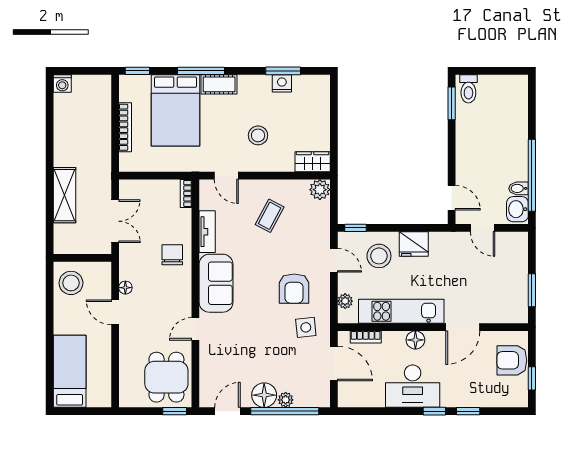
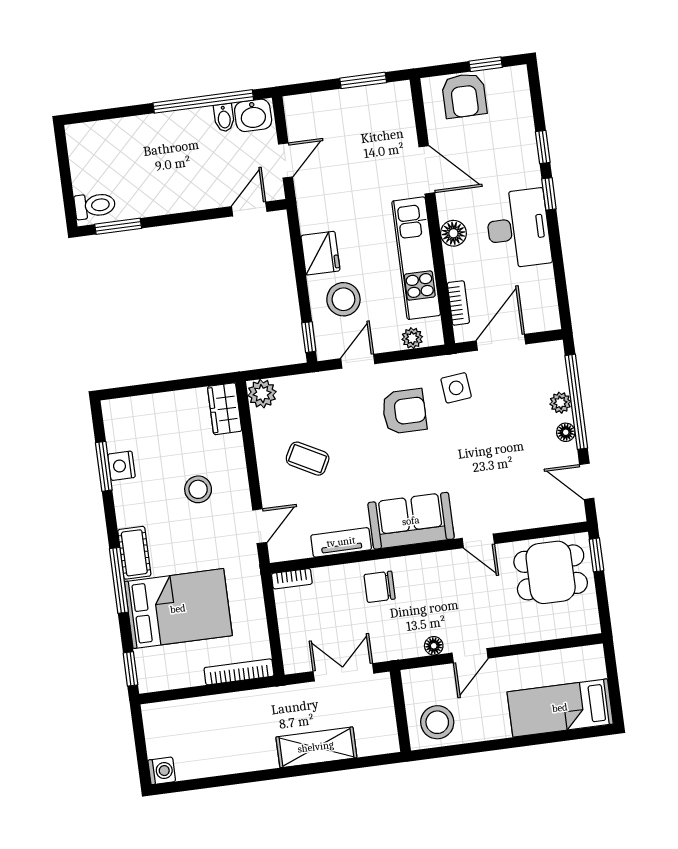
bookcase: (125, 127) -> (239, 672), moved
floor lamp: (264, 395) -> (566, 432), width x0.53, depth x0.53

